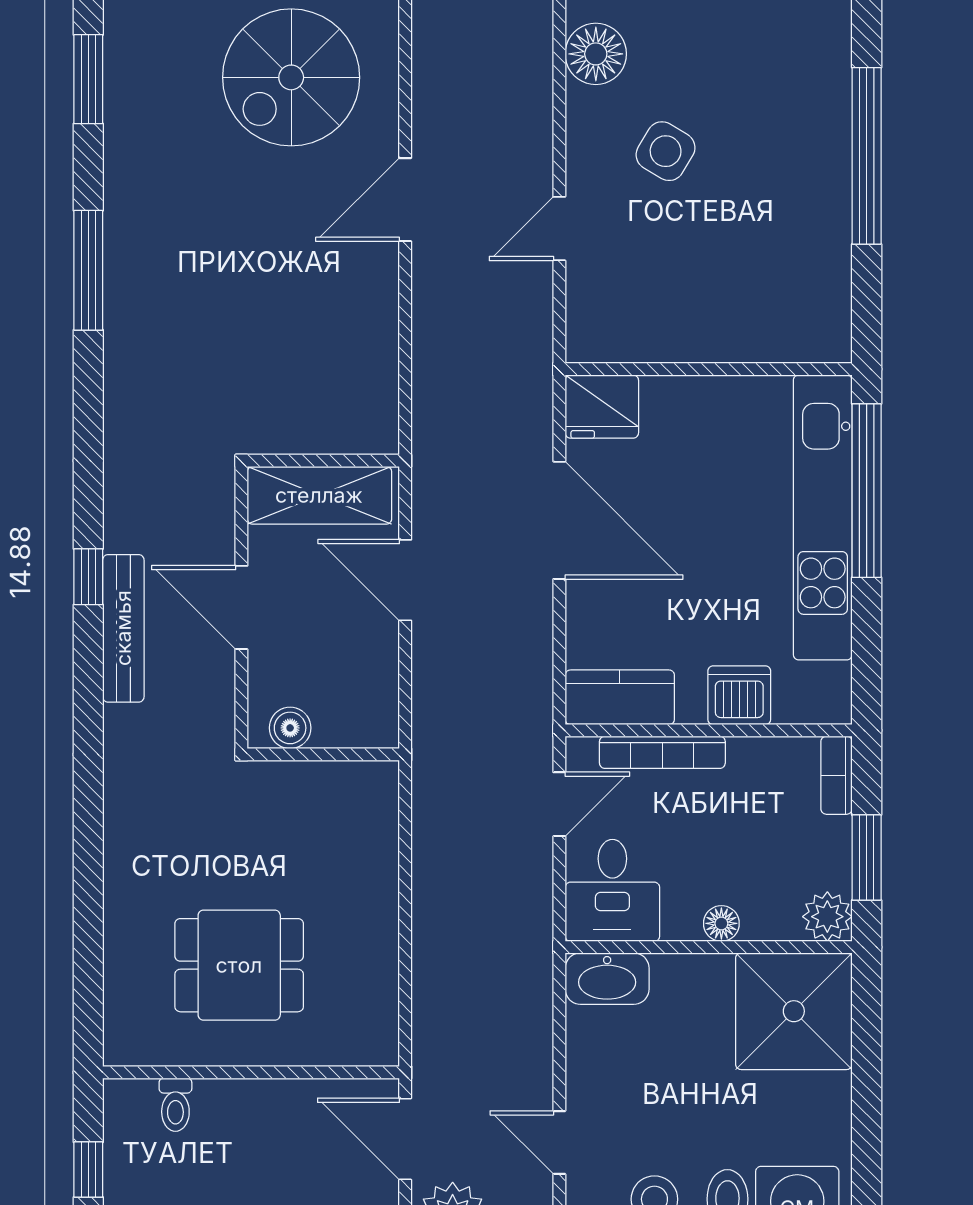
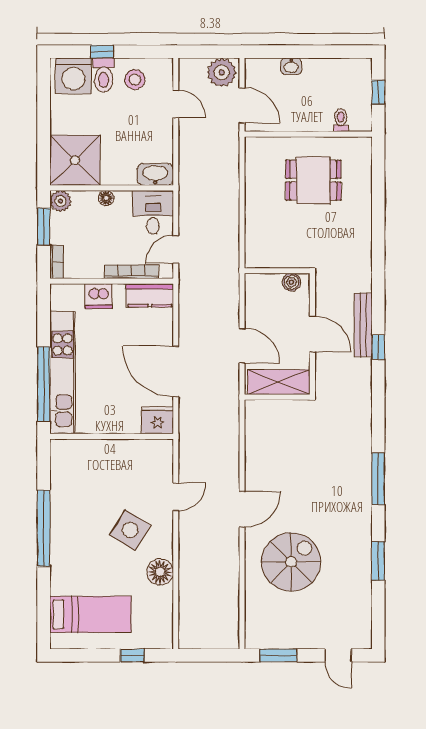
side table: (666, 151) -> (130, 530), width x1.37, depth x1.37

